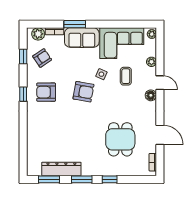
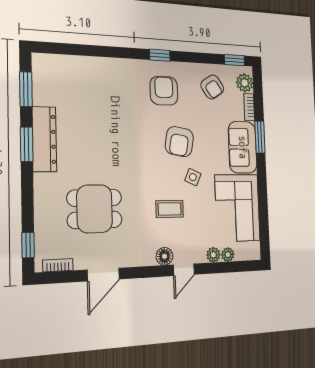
plant: (152, 34) -> (228, 255), moved
window: (23, 56) -> (234, 60), moved
coffee table: (126, 76) -> (170, 209), moved
armchair: (83, 92) -> (179, 142), moved
dresser: (61, 169) -> (44, 139), moved
window: (110, 179) -> (28, 245), moved

